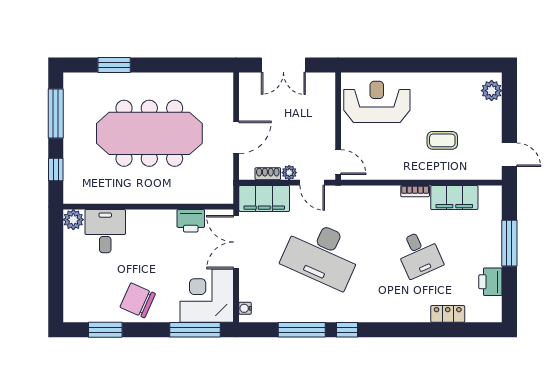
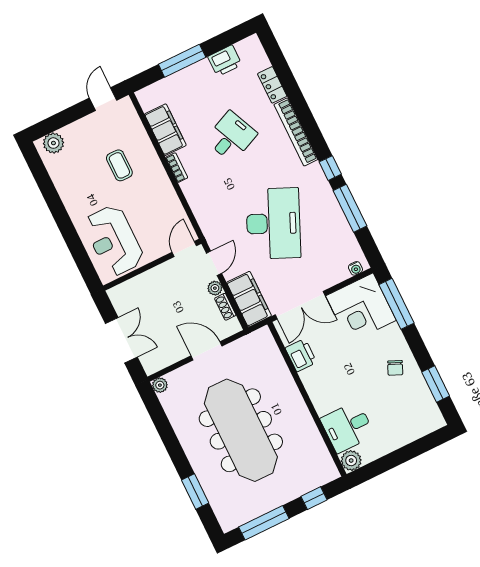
plant: (226, 80) -> (160, 385), added
chair: (138, 300) -> (395, 368), width x0.54, depth x0.54
bookcase: (395, 315) -> (296, 132), added

